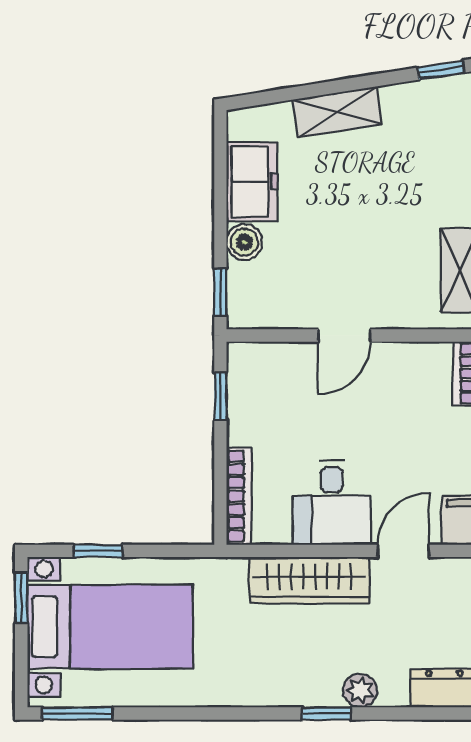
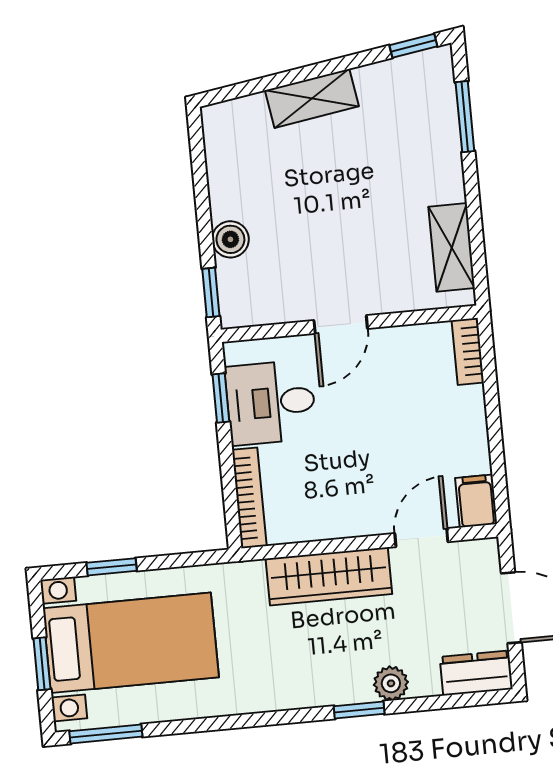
freezer: (252, 182) -> (232, 177), removed
desk: (332, 503) -> (271, 403), moved, turned 90
window: (21, 598) -> (42, 664), moved

